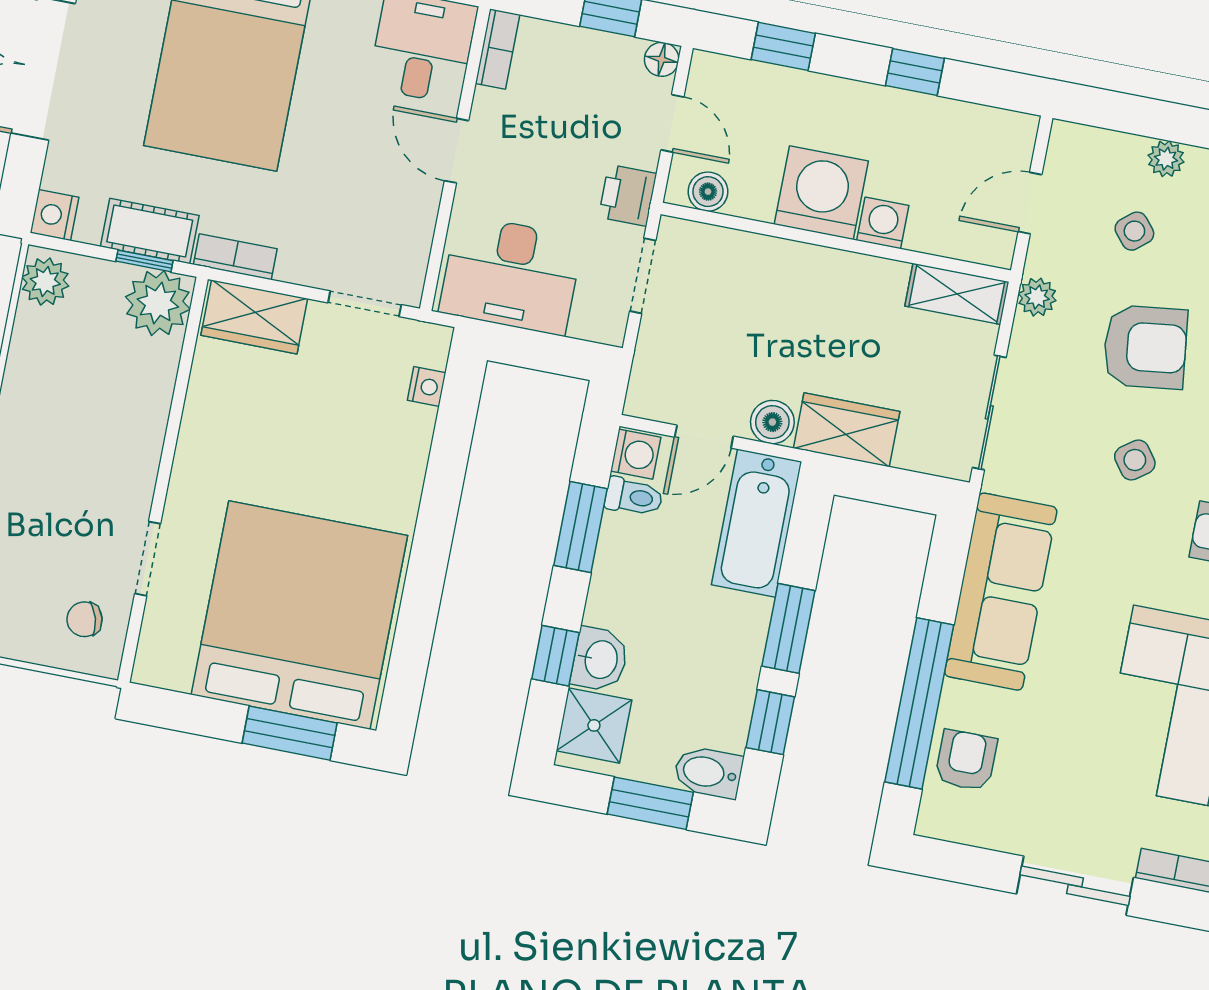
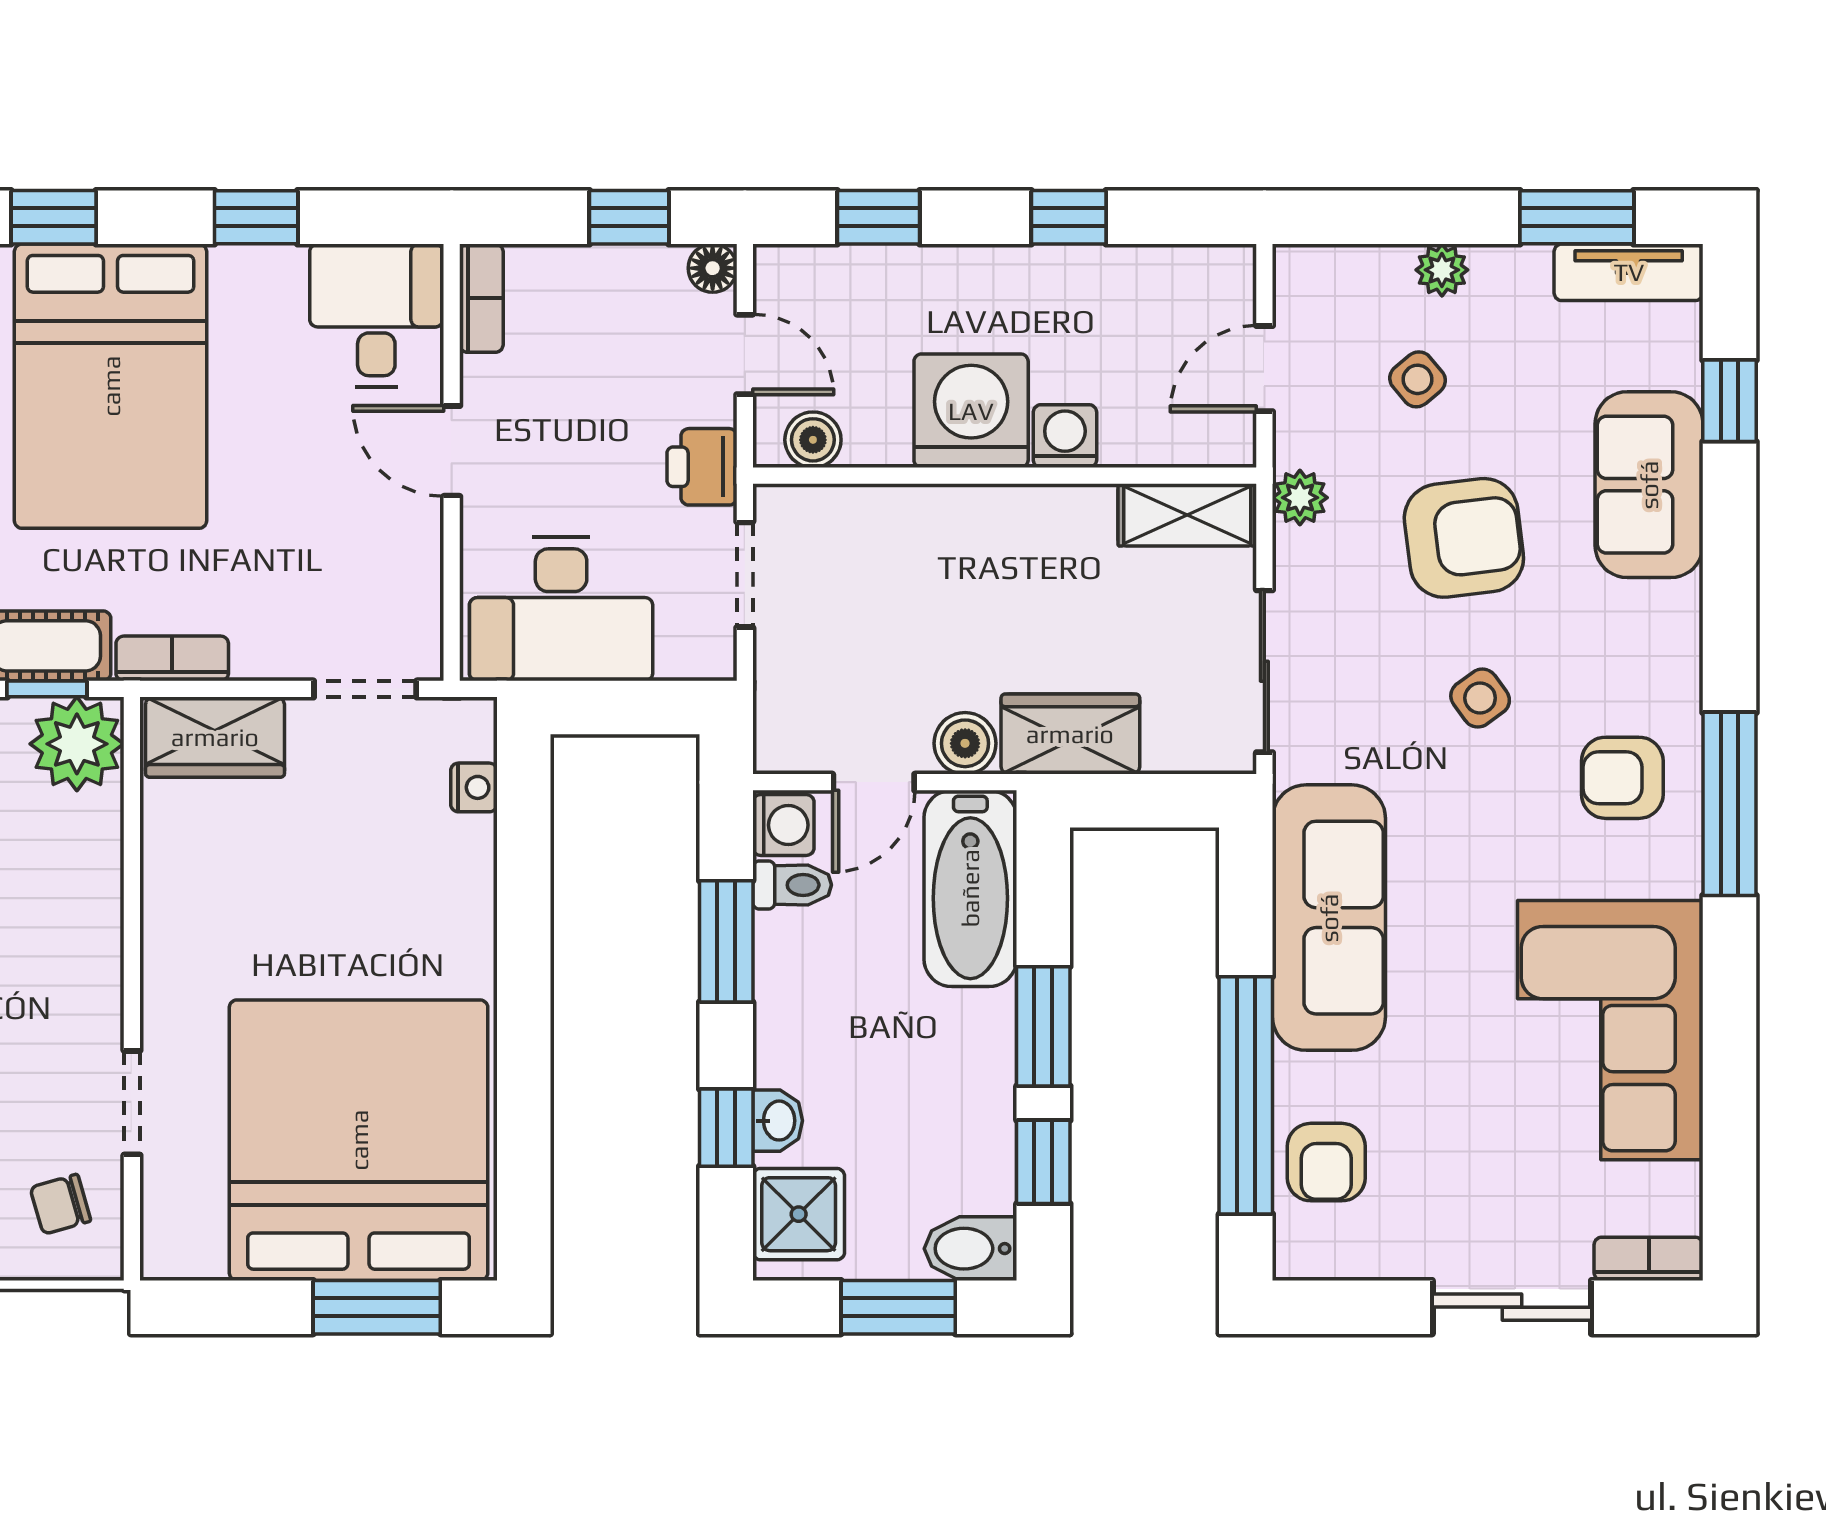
washbasin: (600, 659) -> (778, 1121), width x0.72, depth x0.69
armchair: (966, 760) -> (1326, 1162), turned 180

